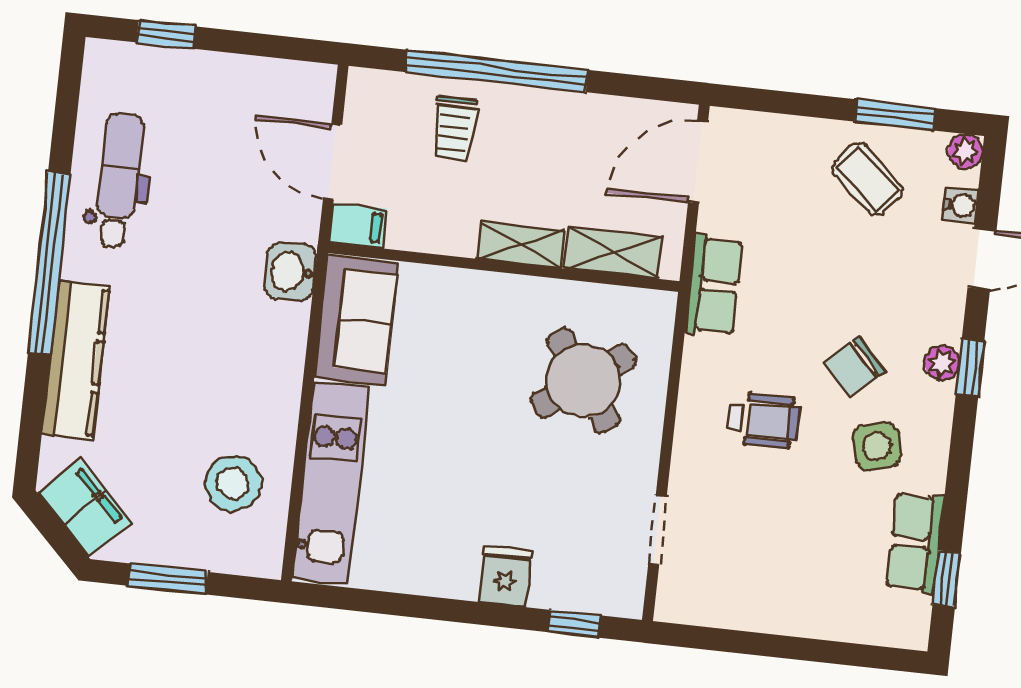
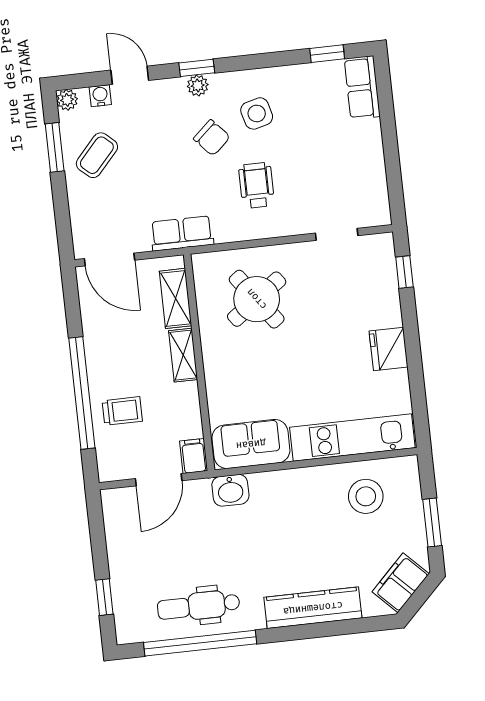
window: (49, 263) -> (200, 643), moved
row of seats: (915, 542) -> (362, 88), moved, turned 90
fridge: (505, 577) -> (389, 349), moved, width x1.38

